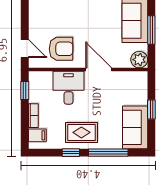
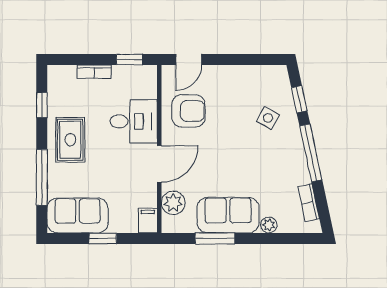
armchair: (61, 49) -> (188, 111), turned -90
plant: (139, 60) -> (173, 203), moved
filing cabinet: (37, 135) -> (148, 221), moved, turned 180
window: (71, 153) -> (42, 105), moved

